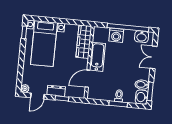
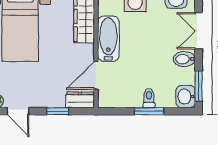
bidet: (142, 85) -> (184, 59), moved
dresser: (56, 91) -> (80, 100), moved
door: (37, 96) -> (18, 111), hinge flipped

